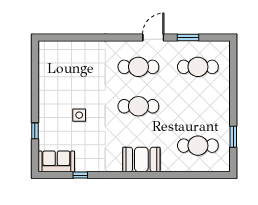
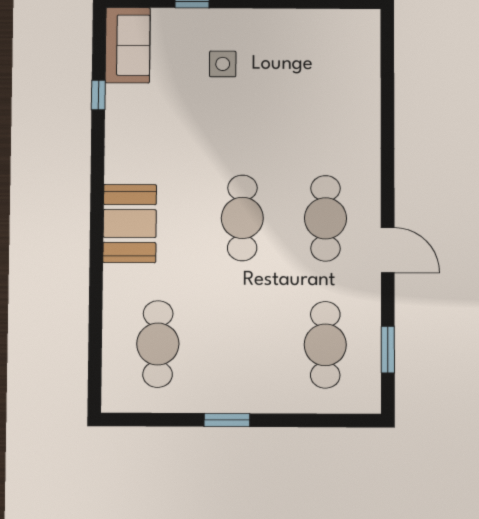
window: (188, 37) -> (388, 350), moved
side table: (79, 115) -> (223, 64), moved
window: (233, 137) -> (227, 420), moved

